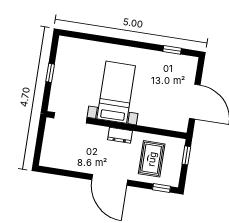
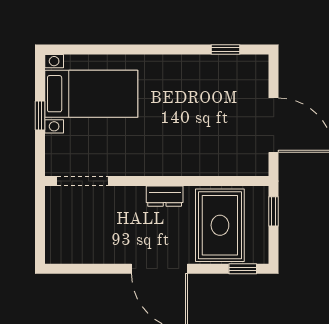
bed with nightstands: (116, 92) -> (91, 94), moved, turned 90
rug: (152, 159) -> (220, 225), width x1.36, depth x1.43

